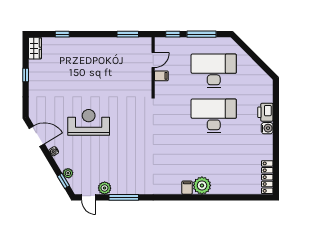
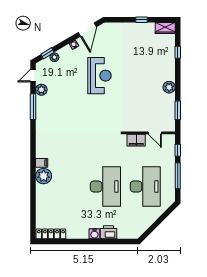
plant: (102, 44) -> (169, 87), added
filing cabinet: (161, 76) -> (136, 140), width x2.00

